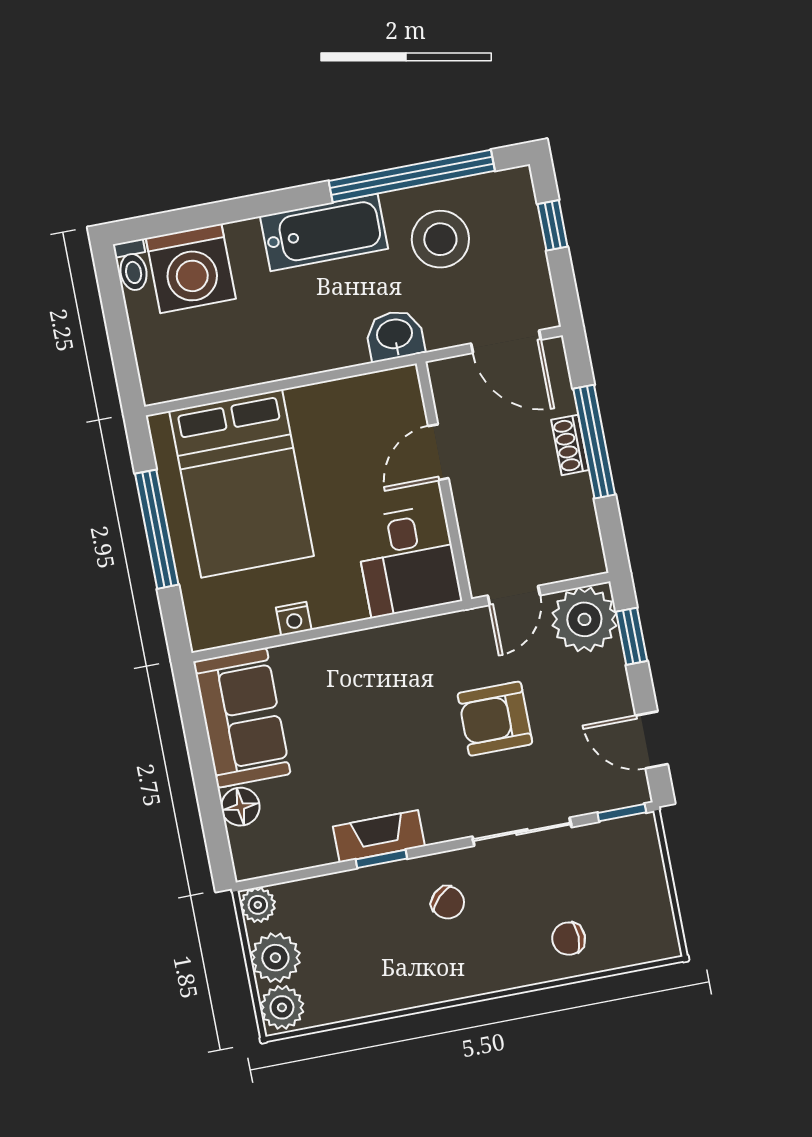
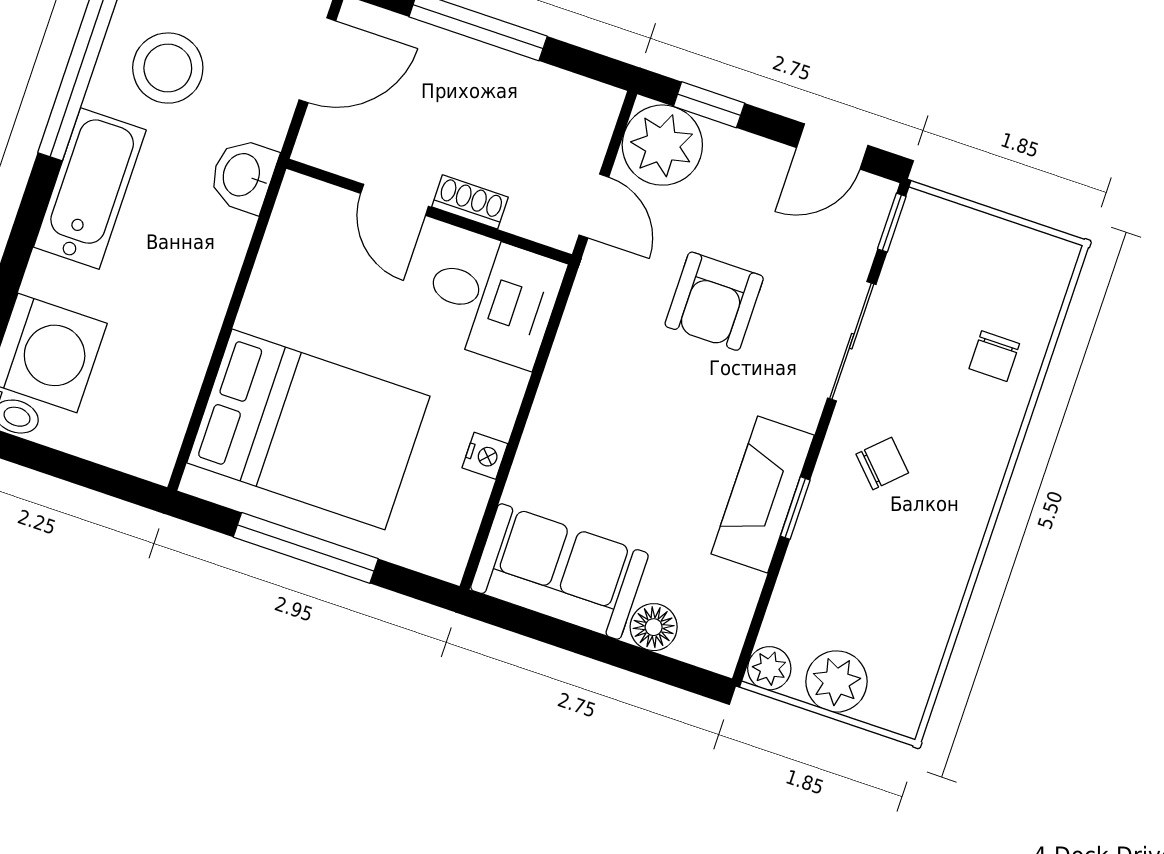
shoe rack: (570, 445) -> (470, 202), moved, turned 180
fireplace: (379, 836) -> (763, 495), width x1.37, depth x1.32
plant: (282, 1007) -> (894, 705), removed

